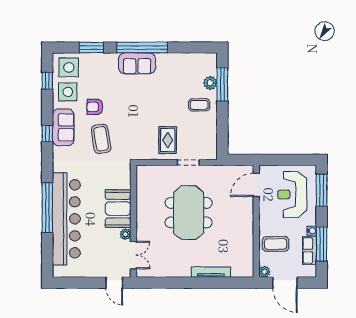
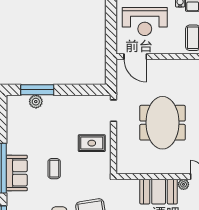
coffee table: (199, 105) -> (54, 169), moved
doorway: (188, 162) -> (113, 111), moved
meeting table: (189, 213) -> (163, 123), turned 90

